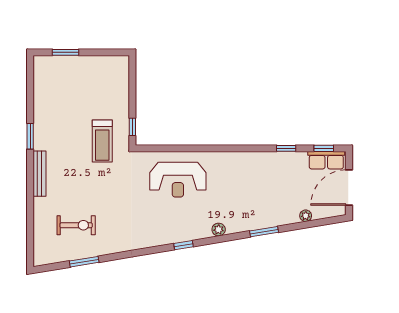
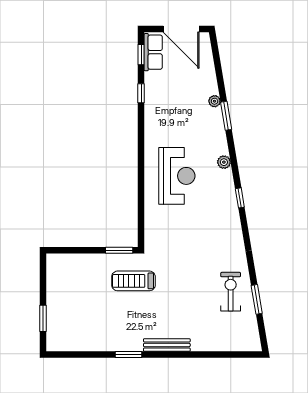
window: (132, 127) -> (119, 250), width x1.50
treadmill: (102, 141) -> (133, 281), turned 180
reception desk: (178, 180) -> (177, 176), moved
plant: (306, 216) -> (214, 101), moved
exercise bike: (76, 225) -> (231, 292), moved

